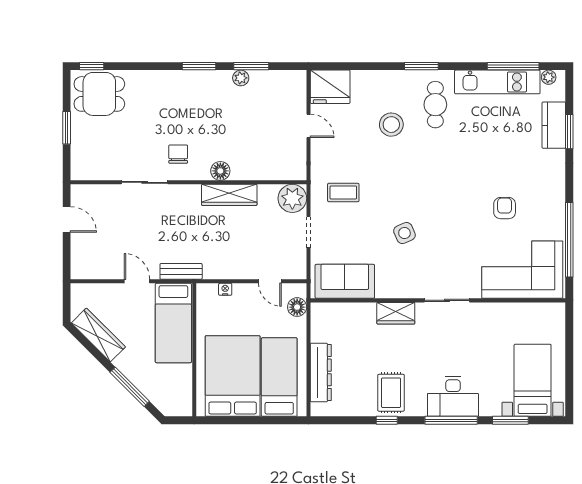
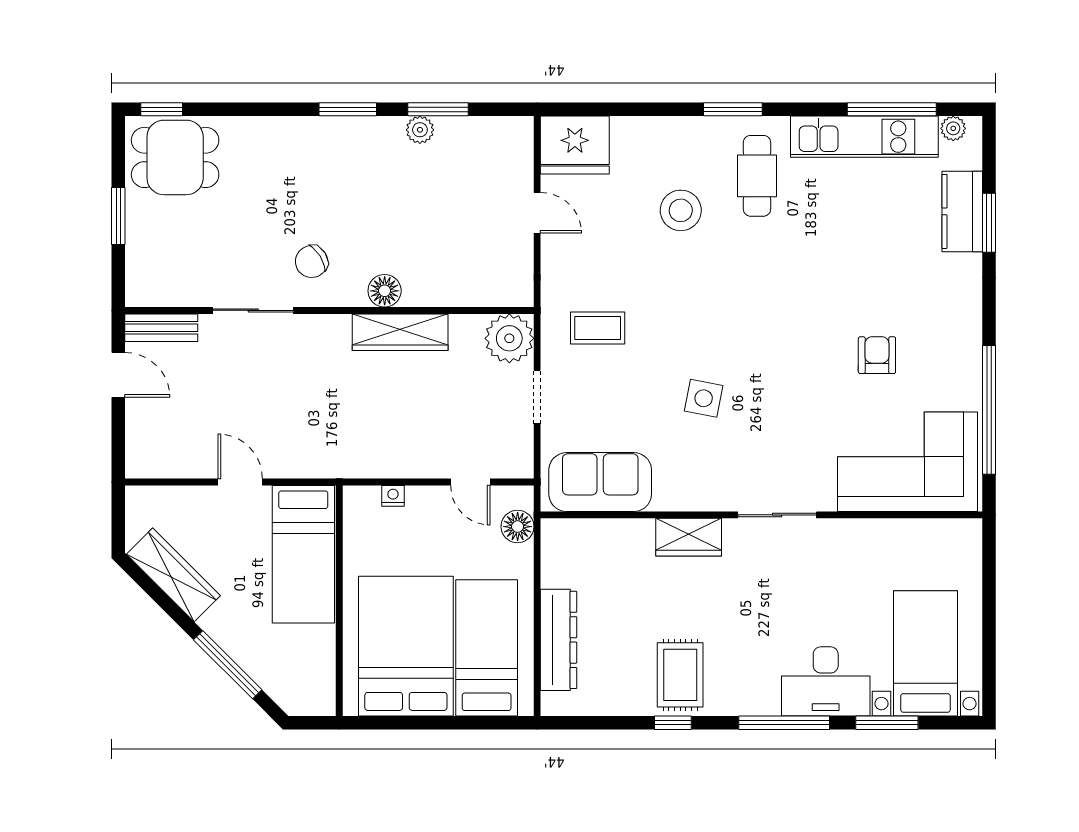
chair: (178, 154) -> (312, 262), turned -122
side table: (404, 233) -> (704, 398), turned 35
bench: (181, 271) -> (161, 328), moved
desk: (453, 396) -> (826, 681), moved

